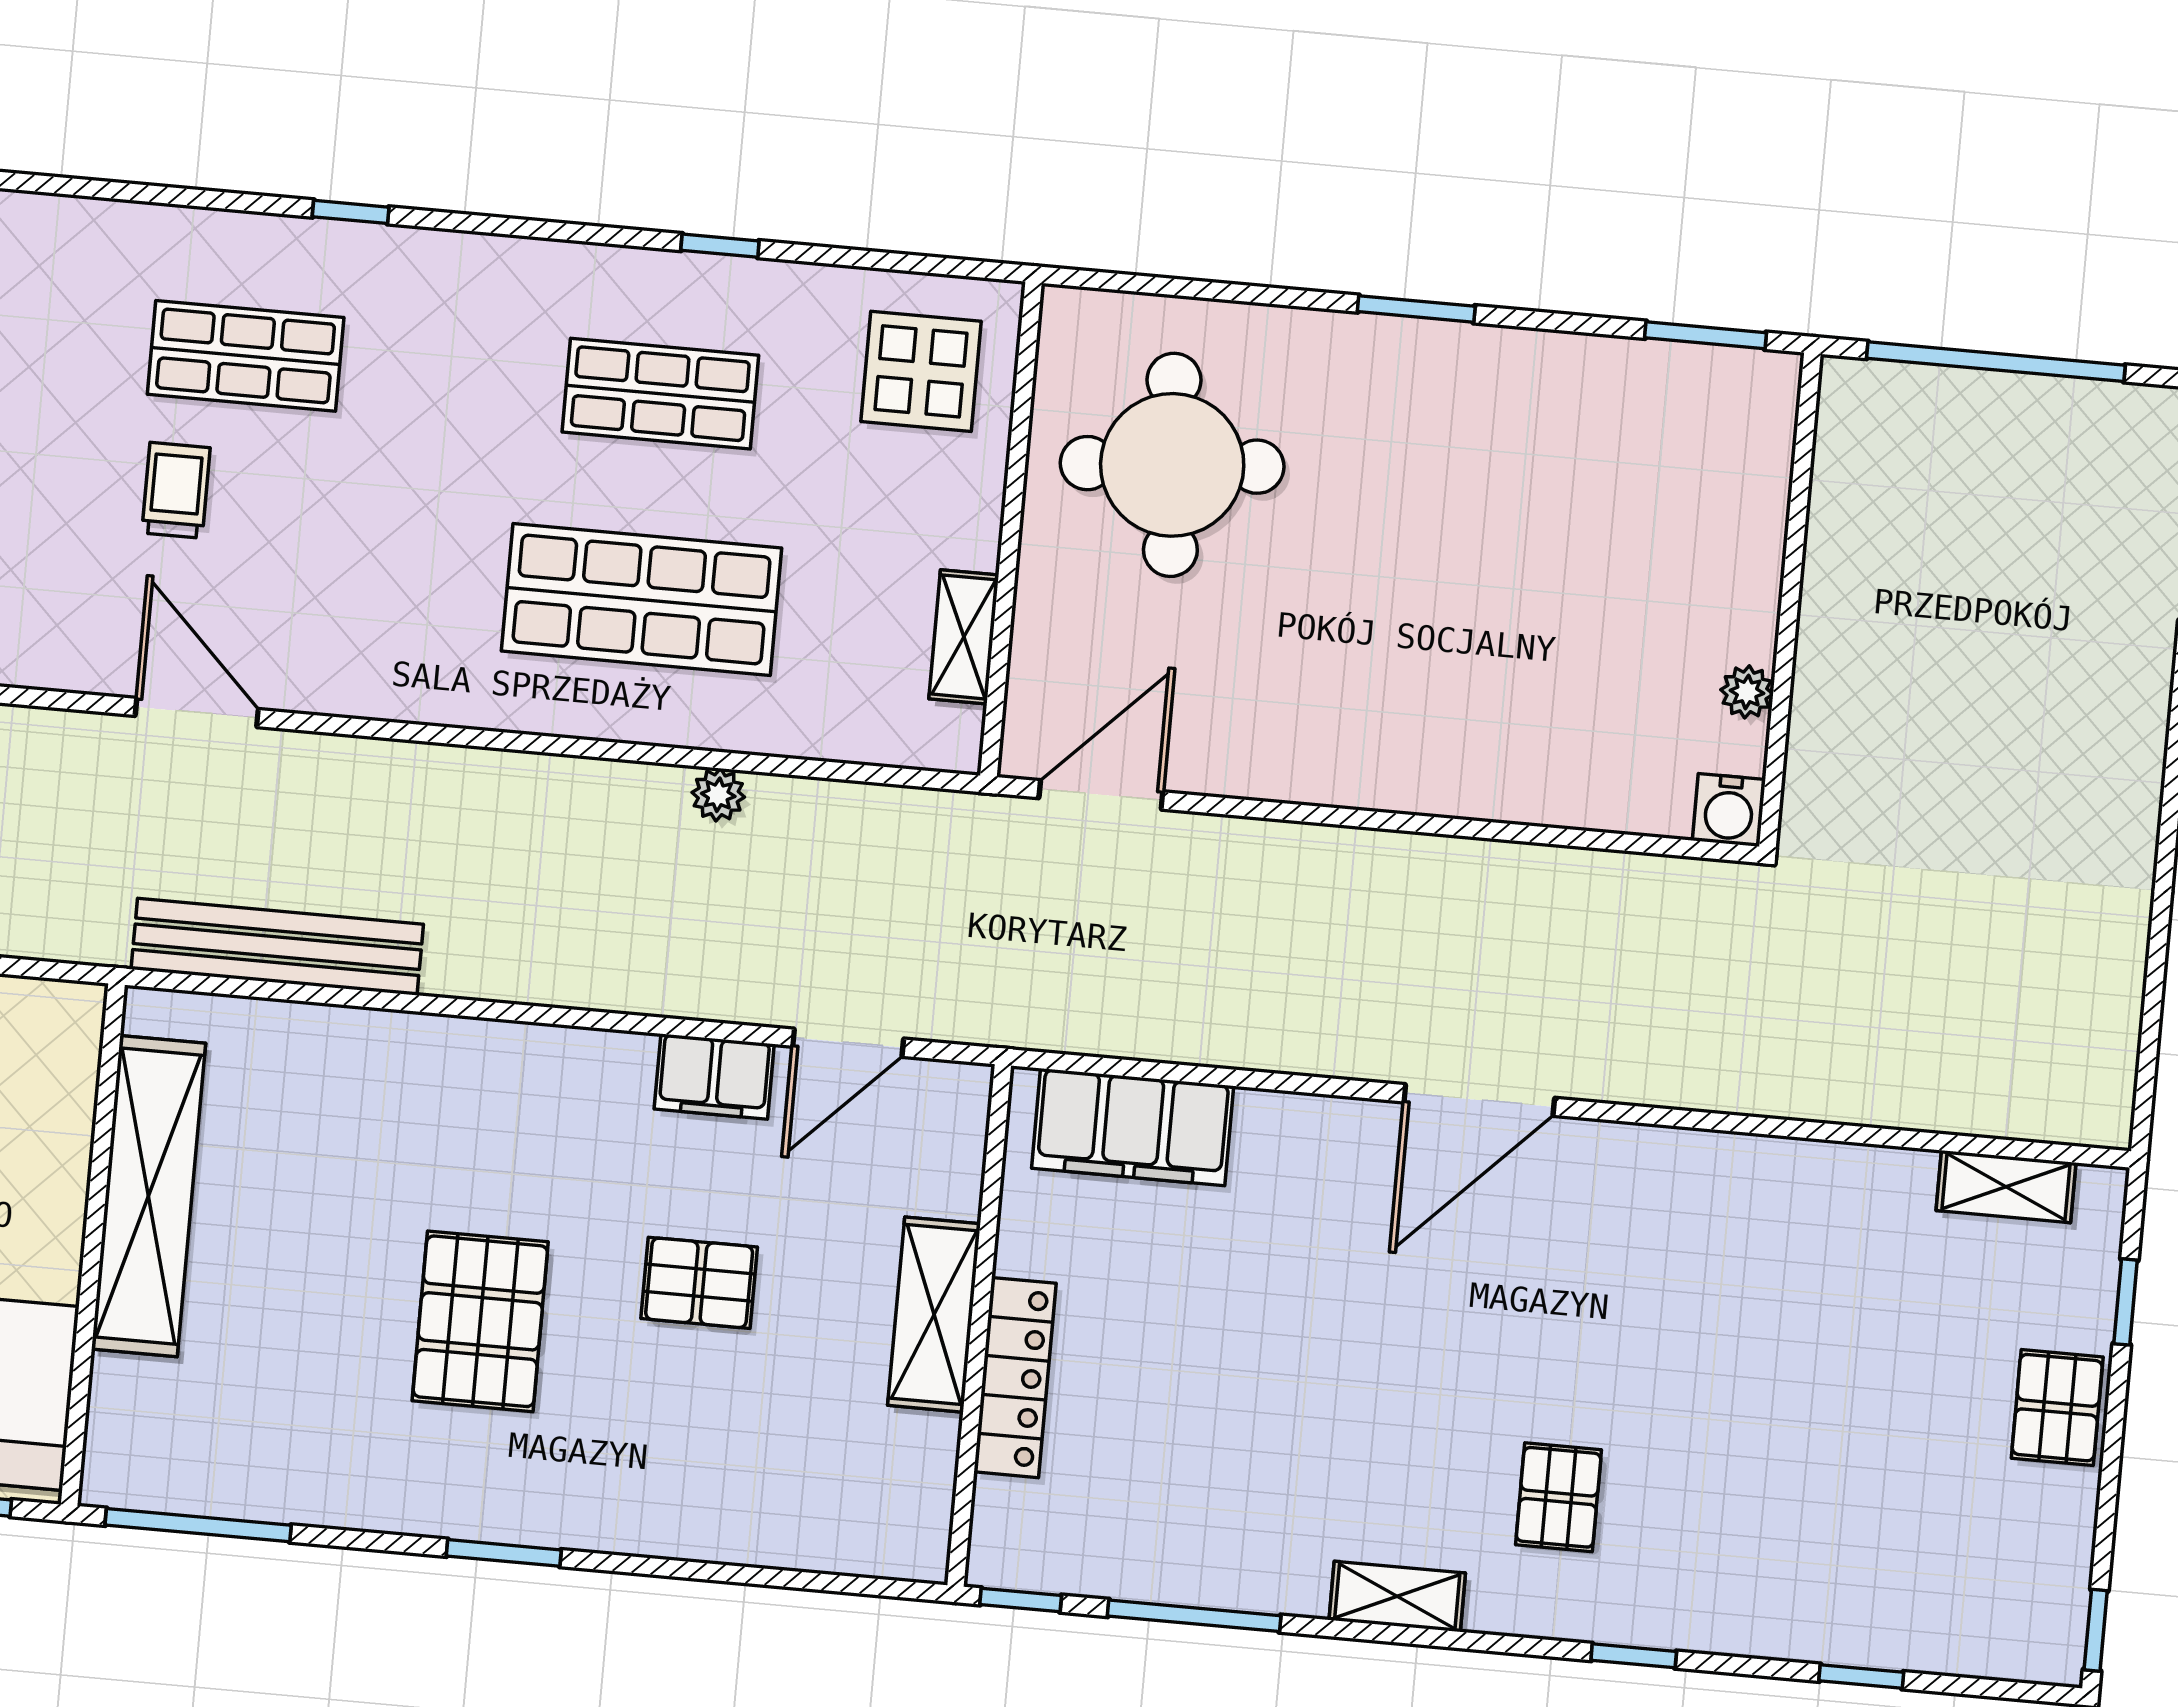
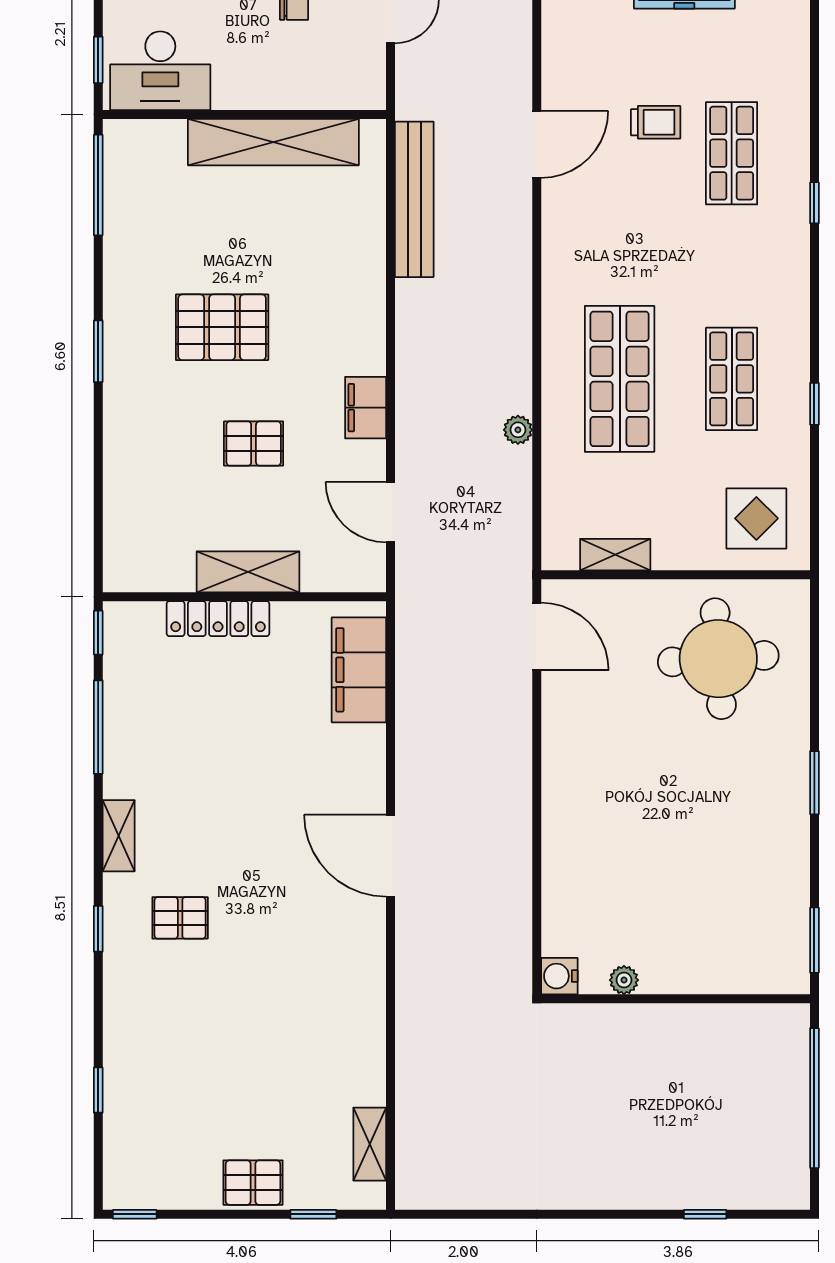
filing cabinet: (714, 1077) -> (366, 408), moved
pallet: (699, 1283) -> (254, 444), turned 90
window: (1634, 1656) -> (98, 929), moved

